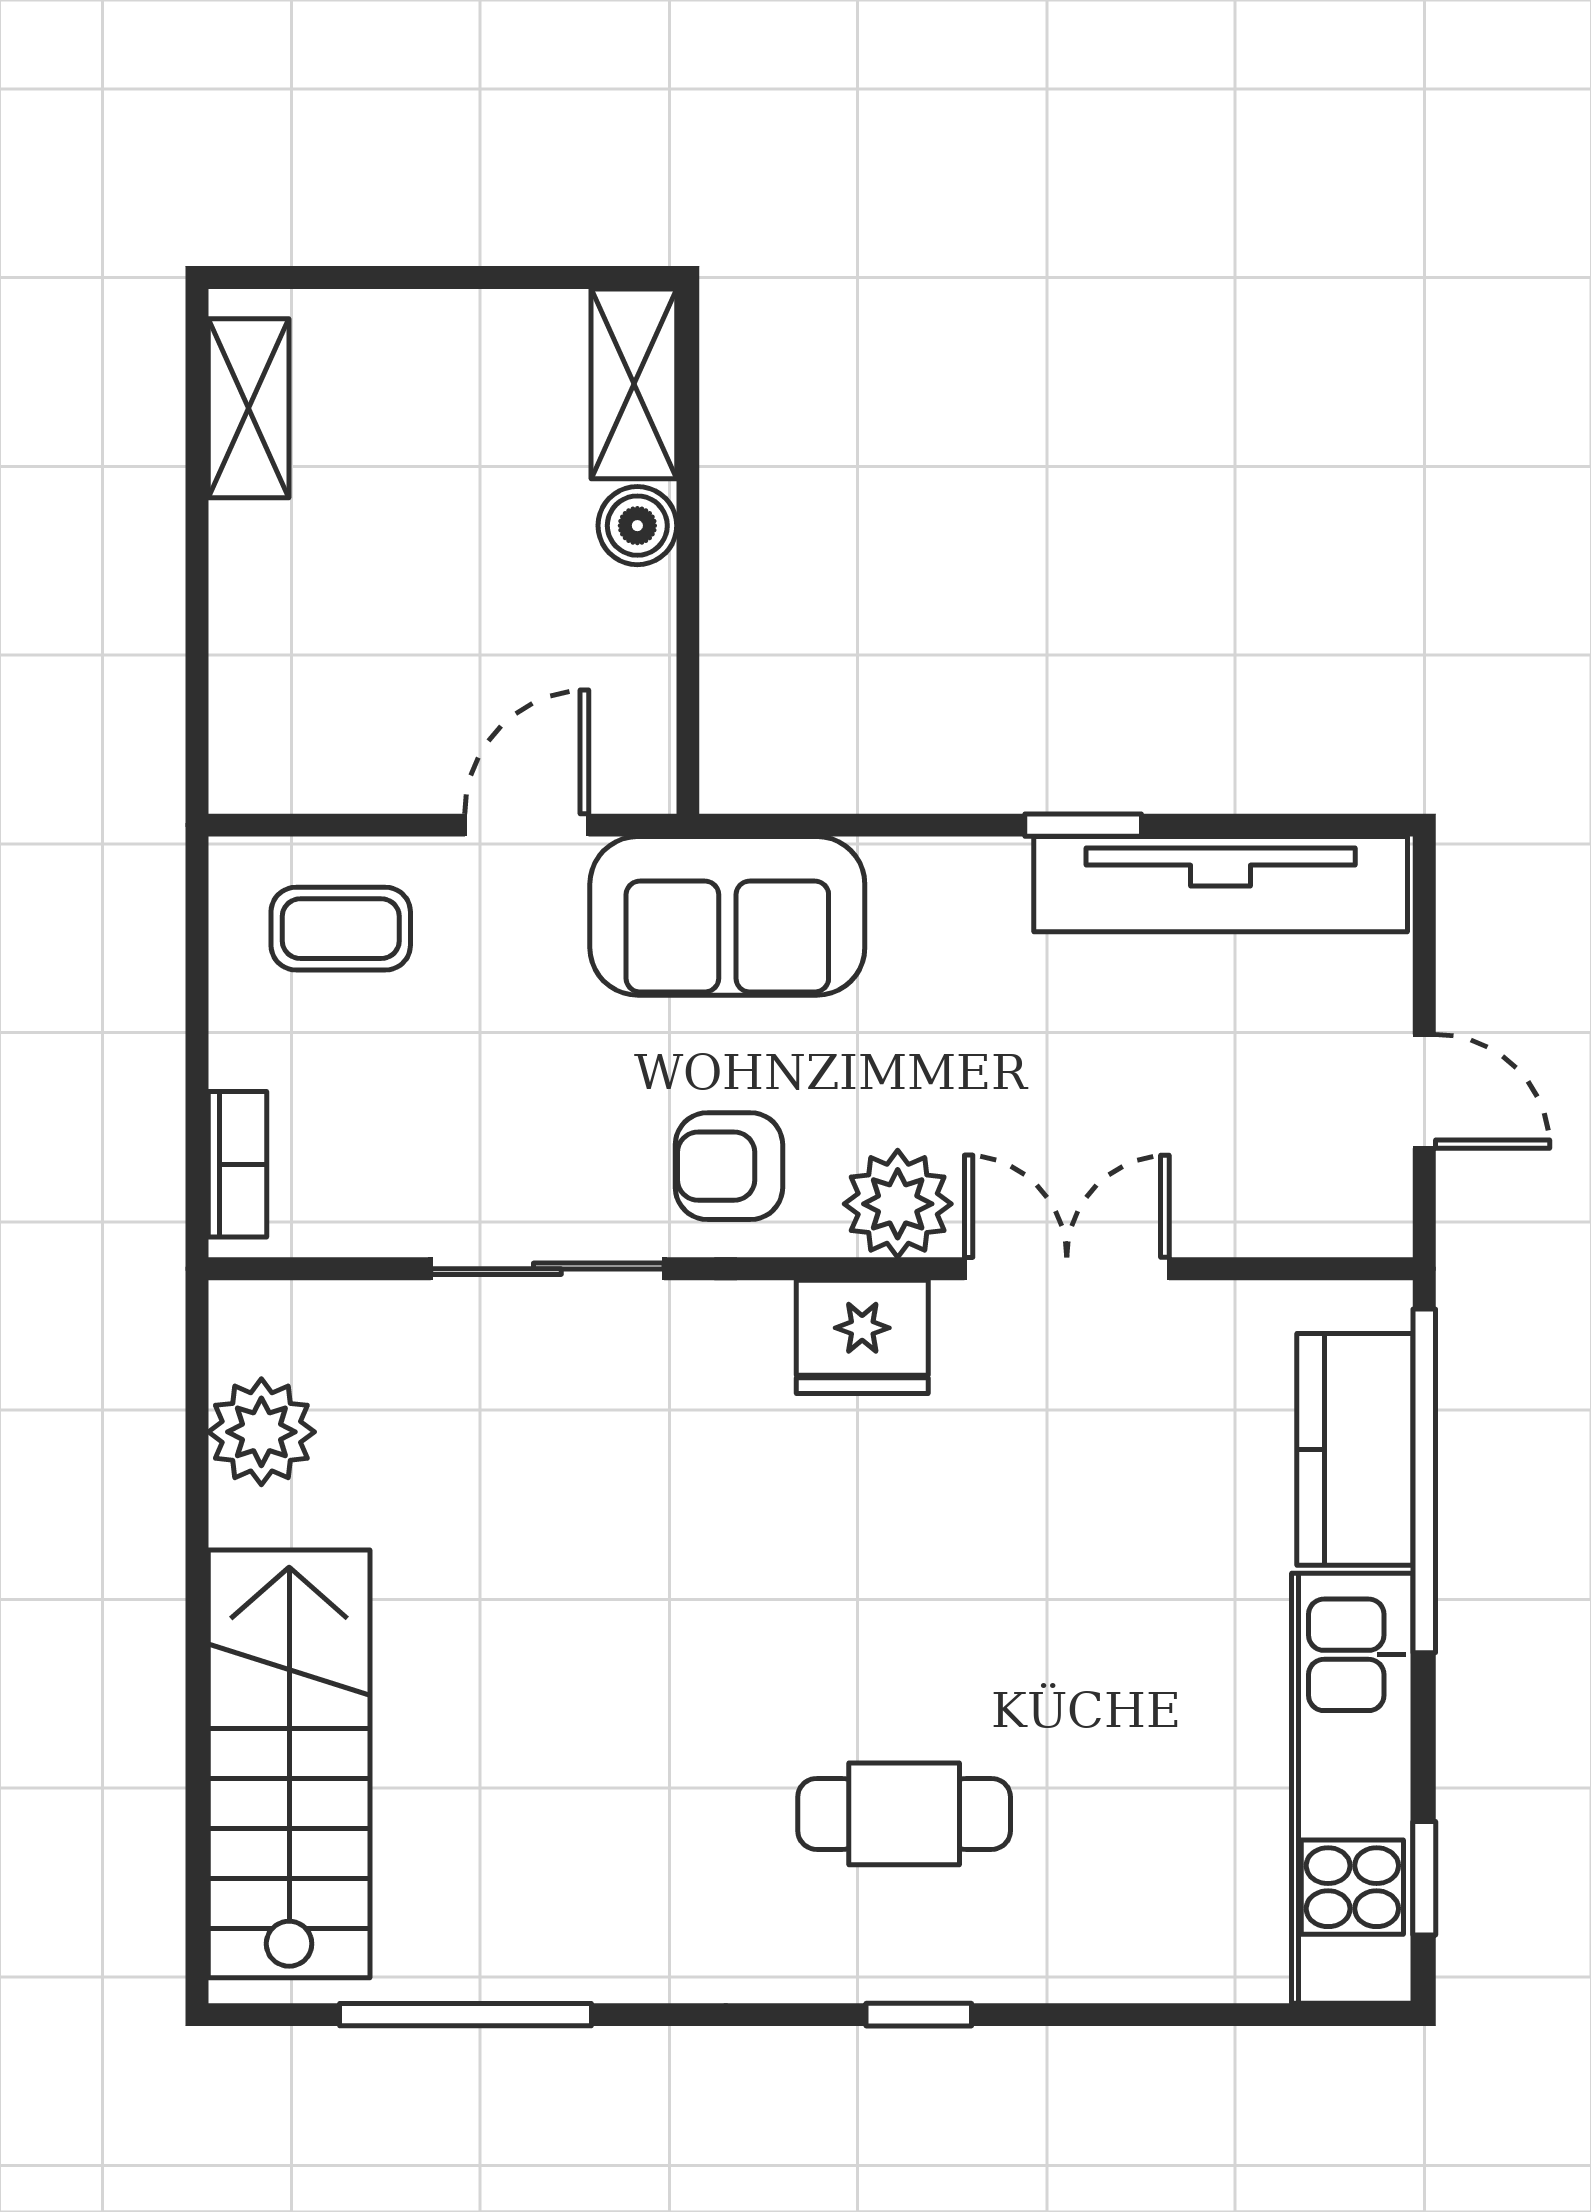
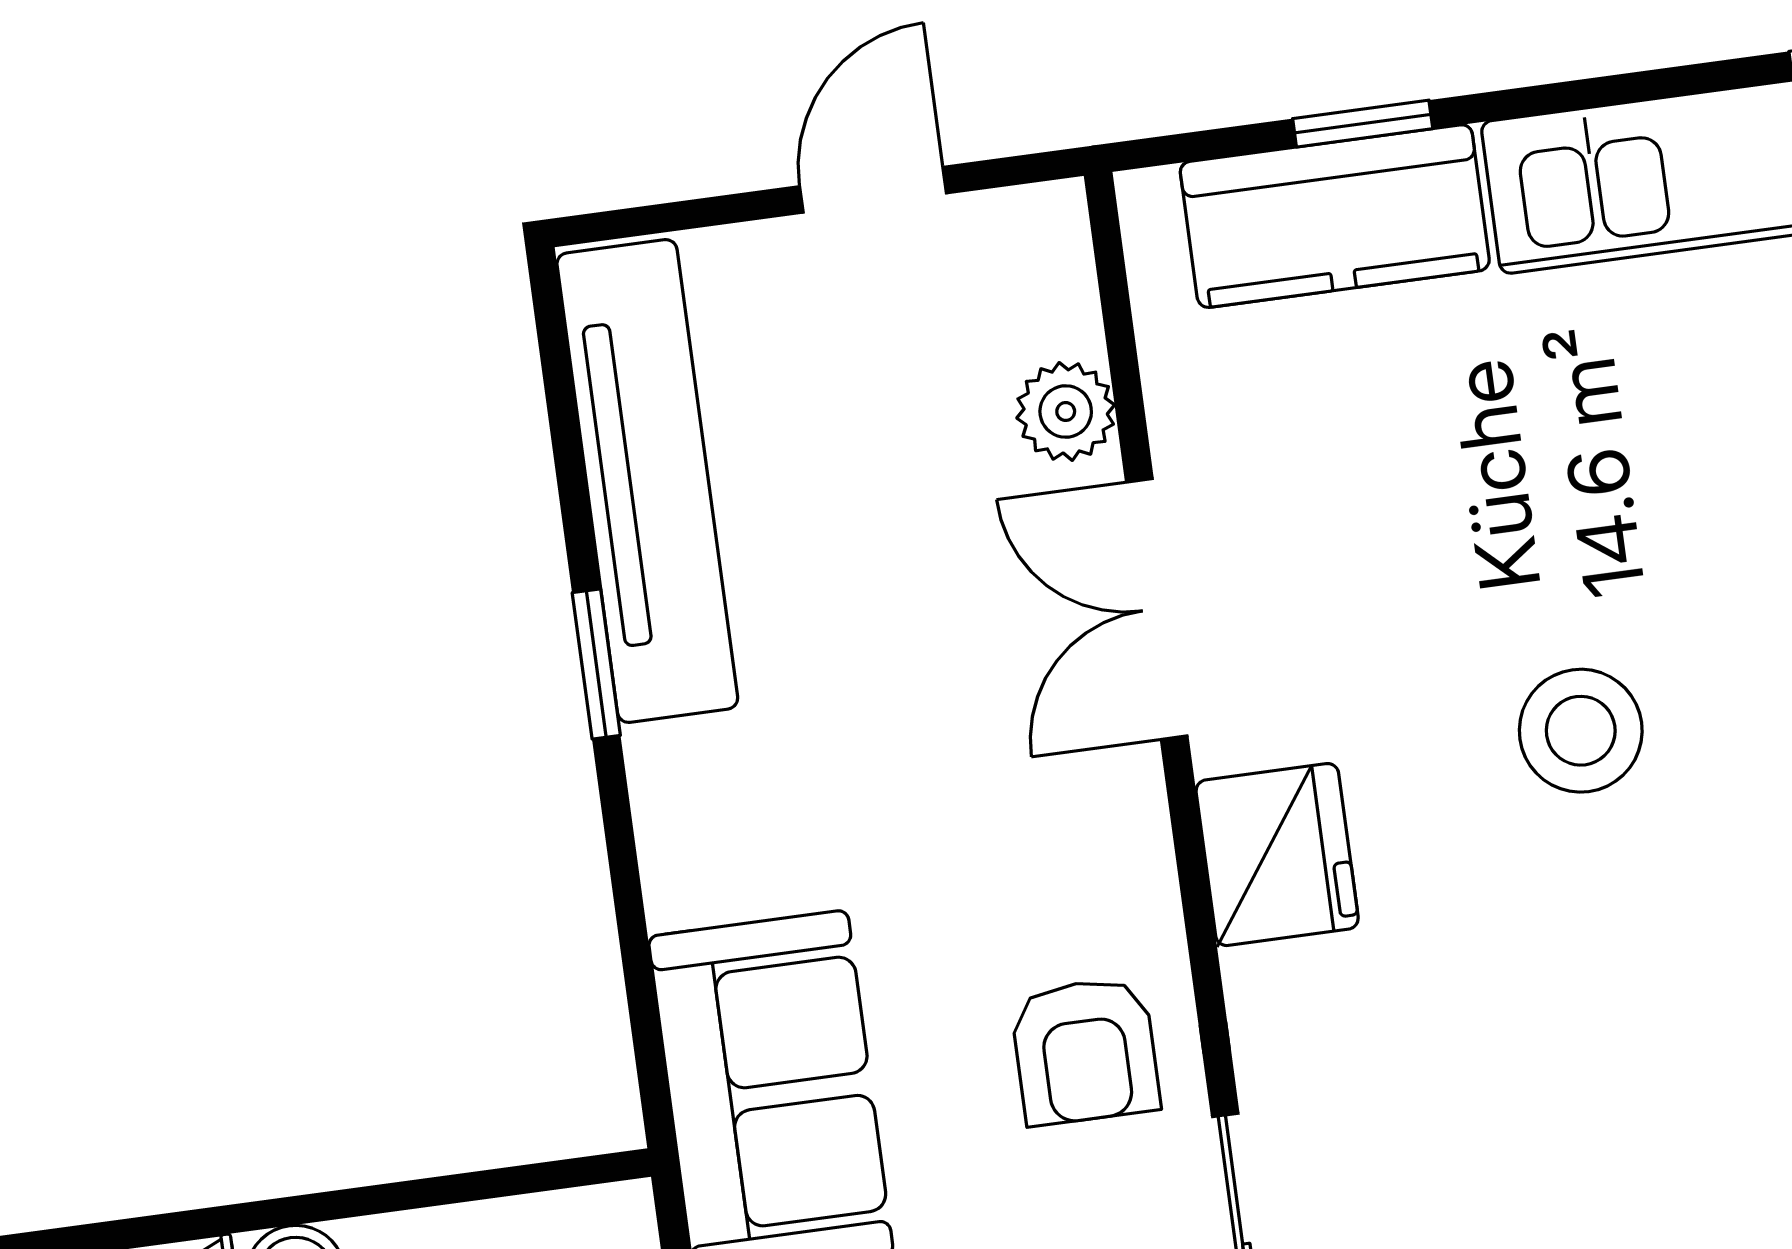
plant: (898, 1204) -> (1066, 411), moved, width x0.73, depth x0.73
window: (1424, 1481) -> (1363, 124), width x0.32
stool: (927, 1587) -> (1581, 731), added

